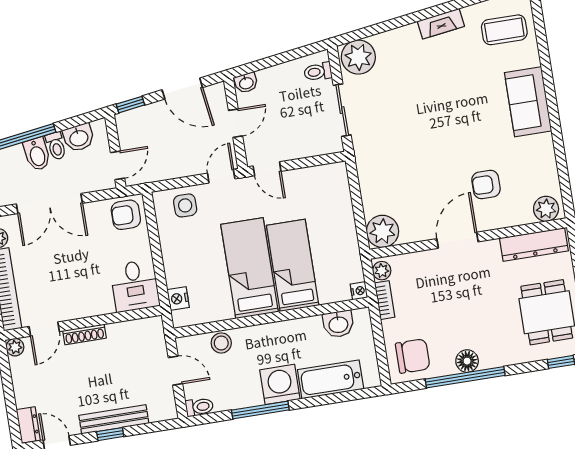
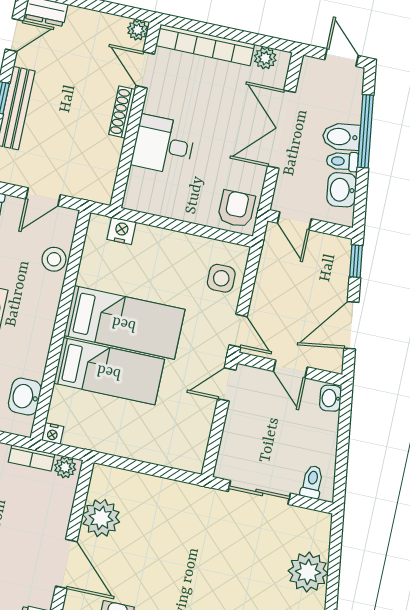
plant: (358, 57) -> (308, 572), moved
plant: (382, 231) -> (101, 518), moved
desk: (135, 286) -> (163, 145), moved

